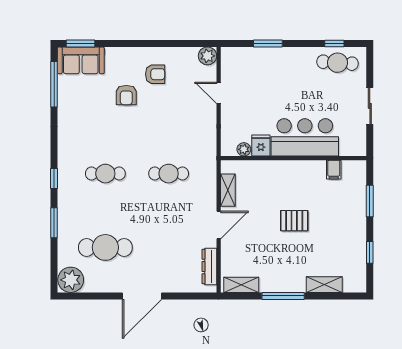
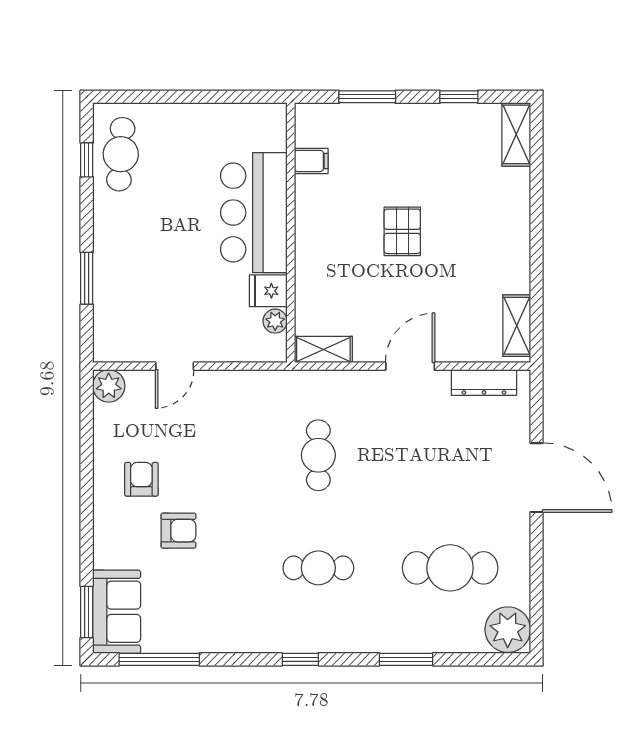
sliding door: (370, 106) -> (198, 97), removed
cafe table: (105, 174) -> (318, 568), turned 90
window: (54, 178) -> (300, 659), moved
shelving: (228, 190) -> (323, 350), moved
door: (219, 225) -> (410, 366), hinge flipped
cafe table: (105, 247) -> (450, 568), turned 90
shelving: (324, 285) -> (516, 134), moved
door: (142, 296) -> (536, 478), moved
window: (283, 296) -> (536, 251), removed

